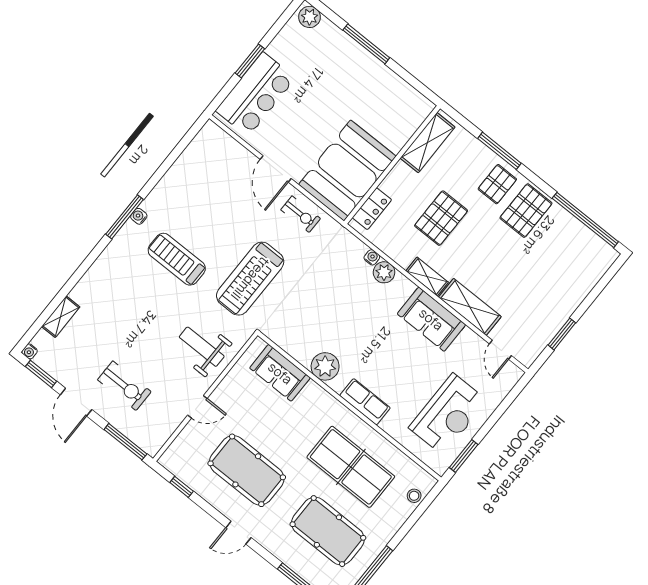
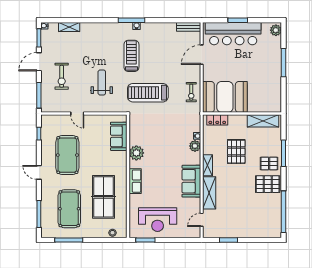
bar counter: (255, 94) -> (233, 34), width x1.36
bench: (202, 141) -> (189, 27), added
door: (276, 169) -> (202, 55), moved
pallet: (441, 218) -> (236, 152), turned 90
weight bench: (202, 347) -> (102, 83), moved

